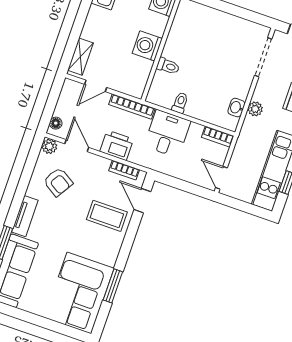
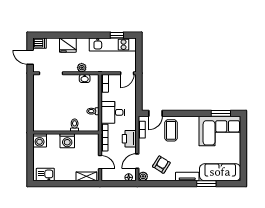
window: (113, 286) -> (221, 113), moved

